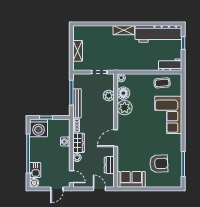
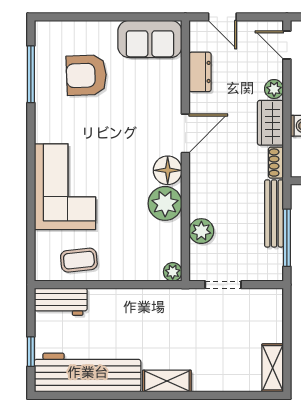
shelving: (78, 51) -> (273, 368), moved
floor lamp: (123, 93) -> (168, 170), moved

